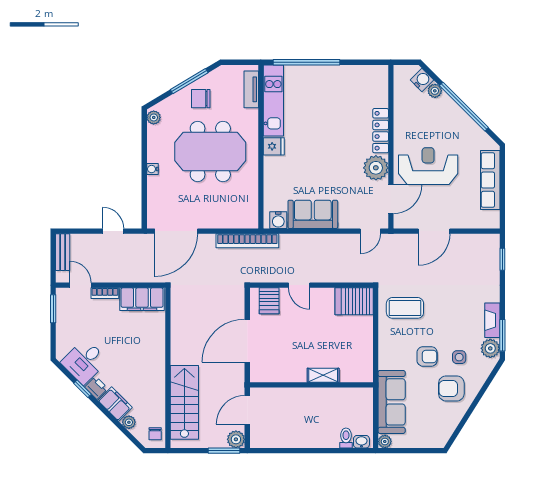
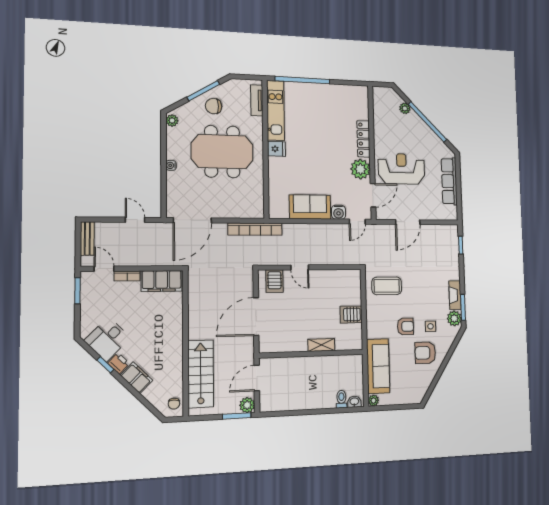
water cooler: (422, 80) -> (395, 99), removed
water cooler: (278, 220) -> (339, 212), moved
server rack: (354, 301) -> (351, 315), moved, width x0.73, depth x0.70
plant: (129, 422) -> (149, 394), removed

